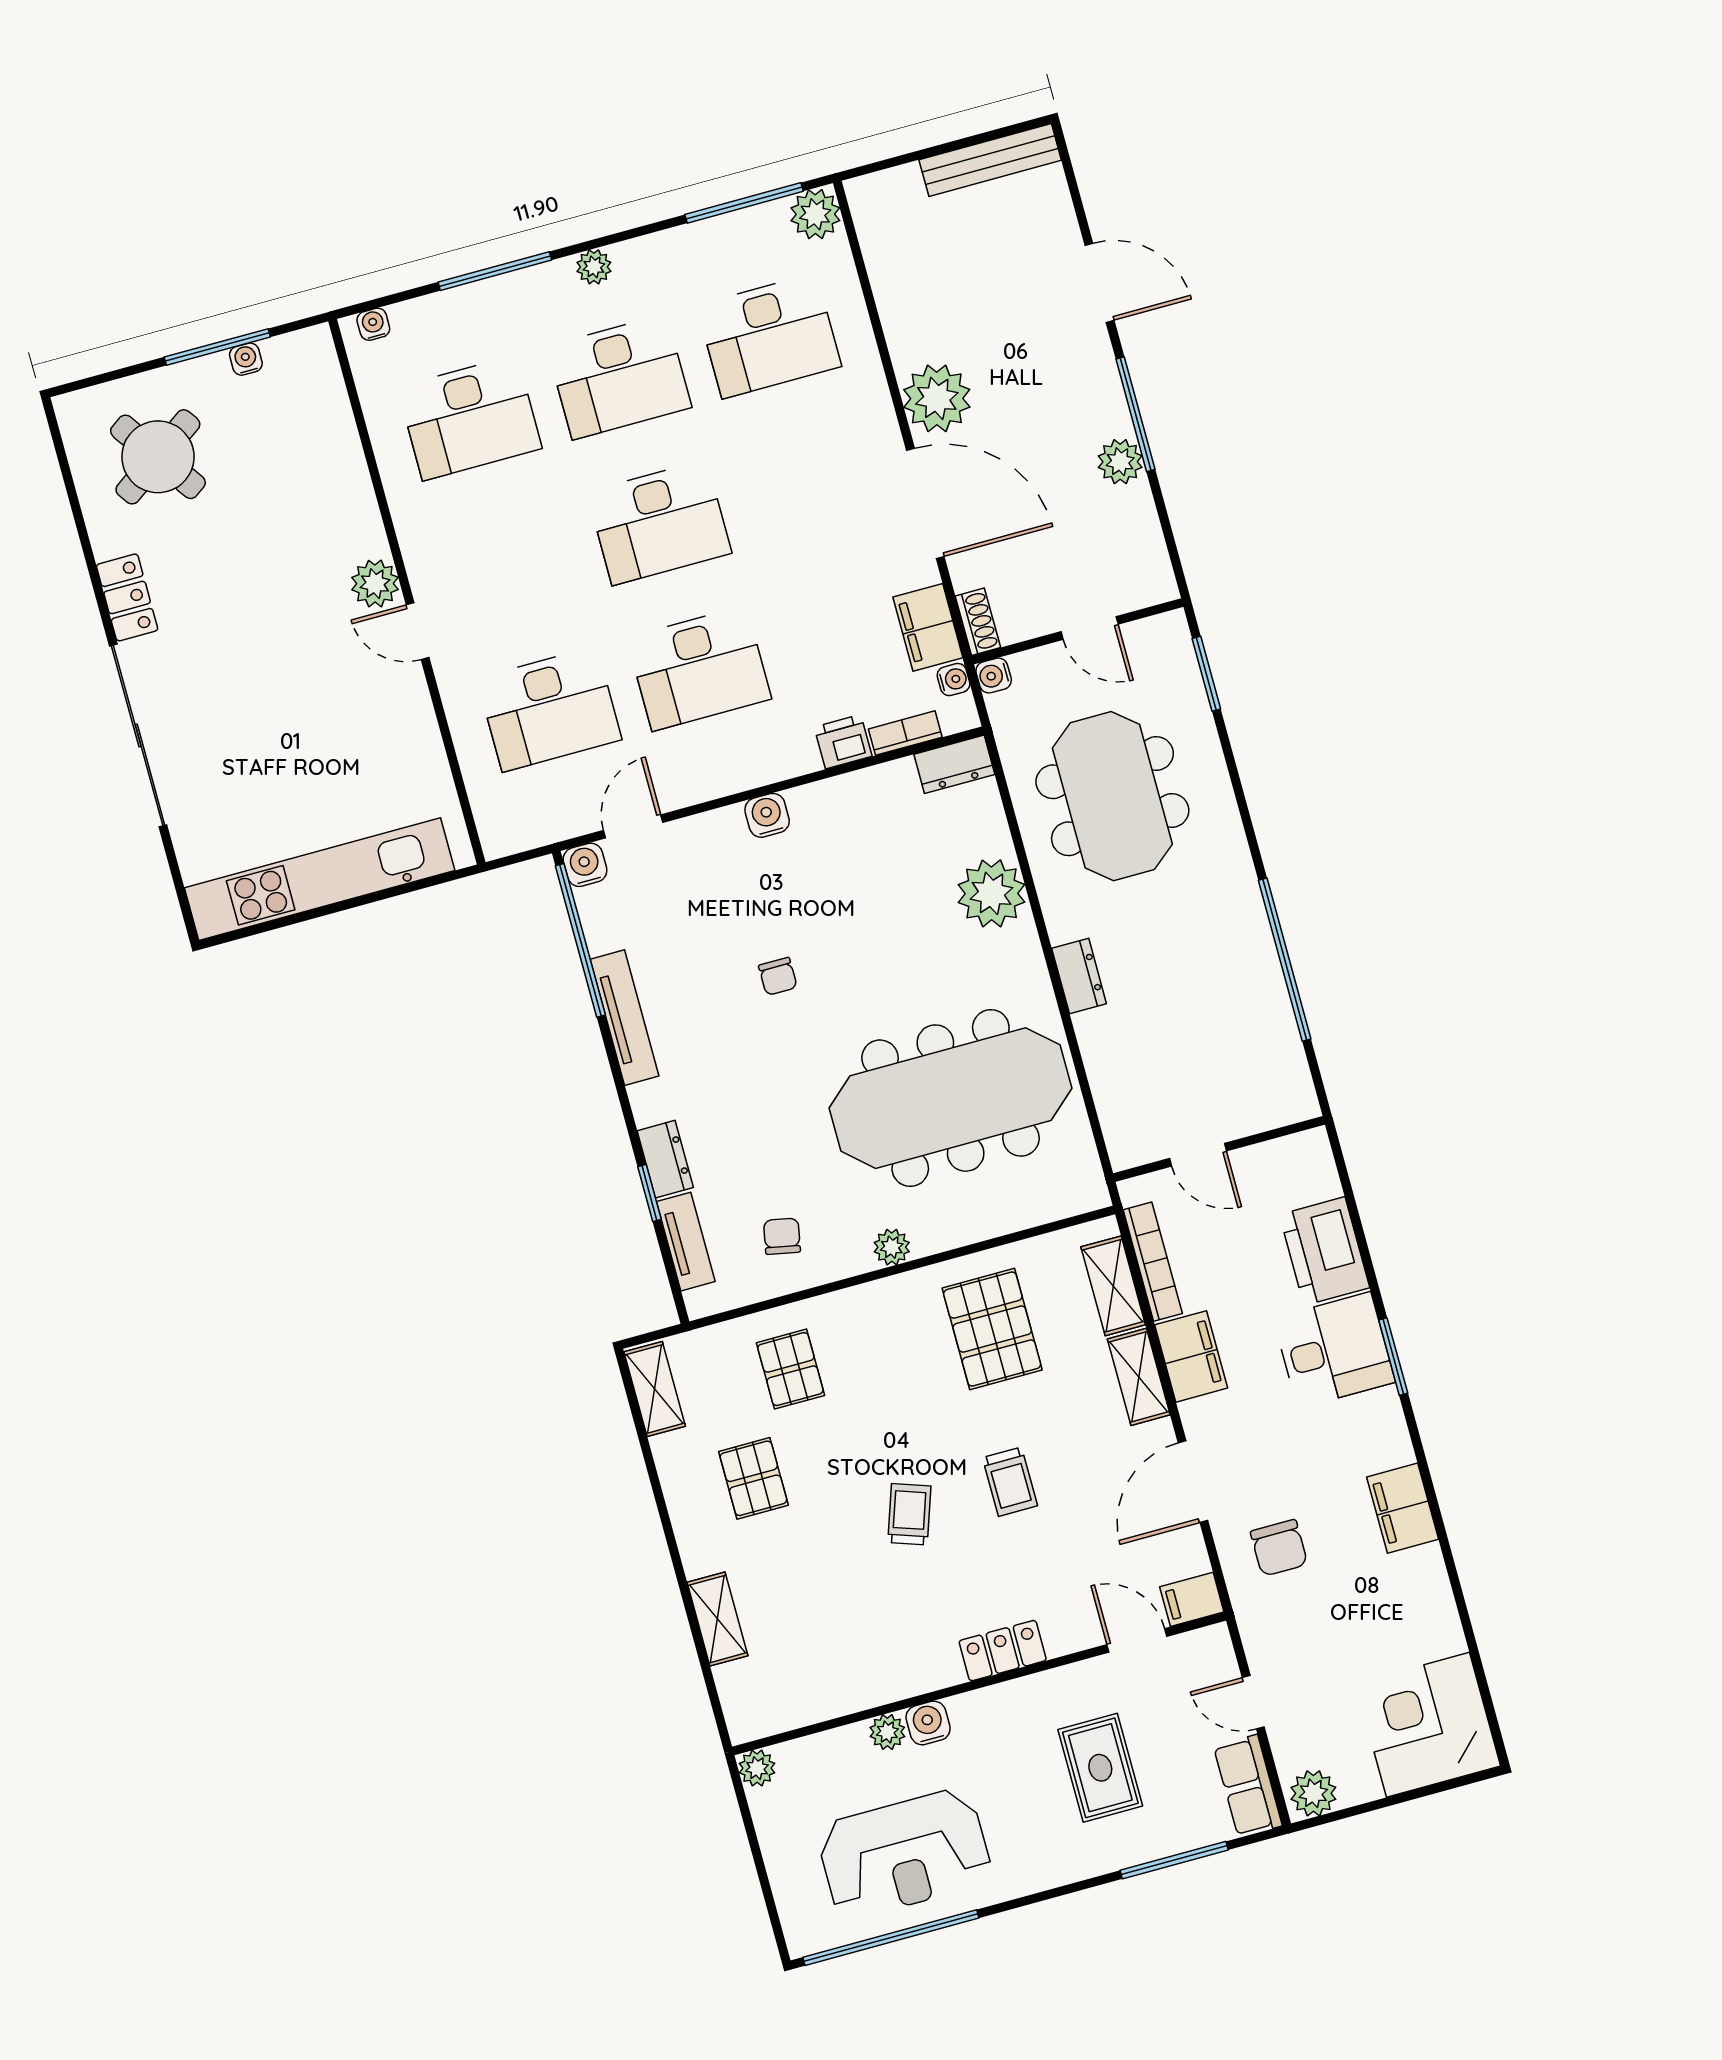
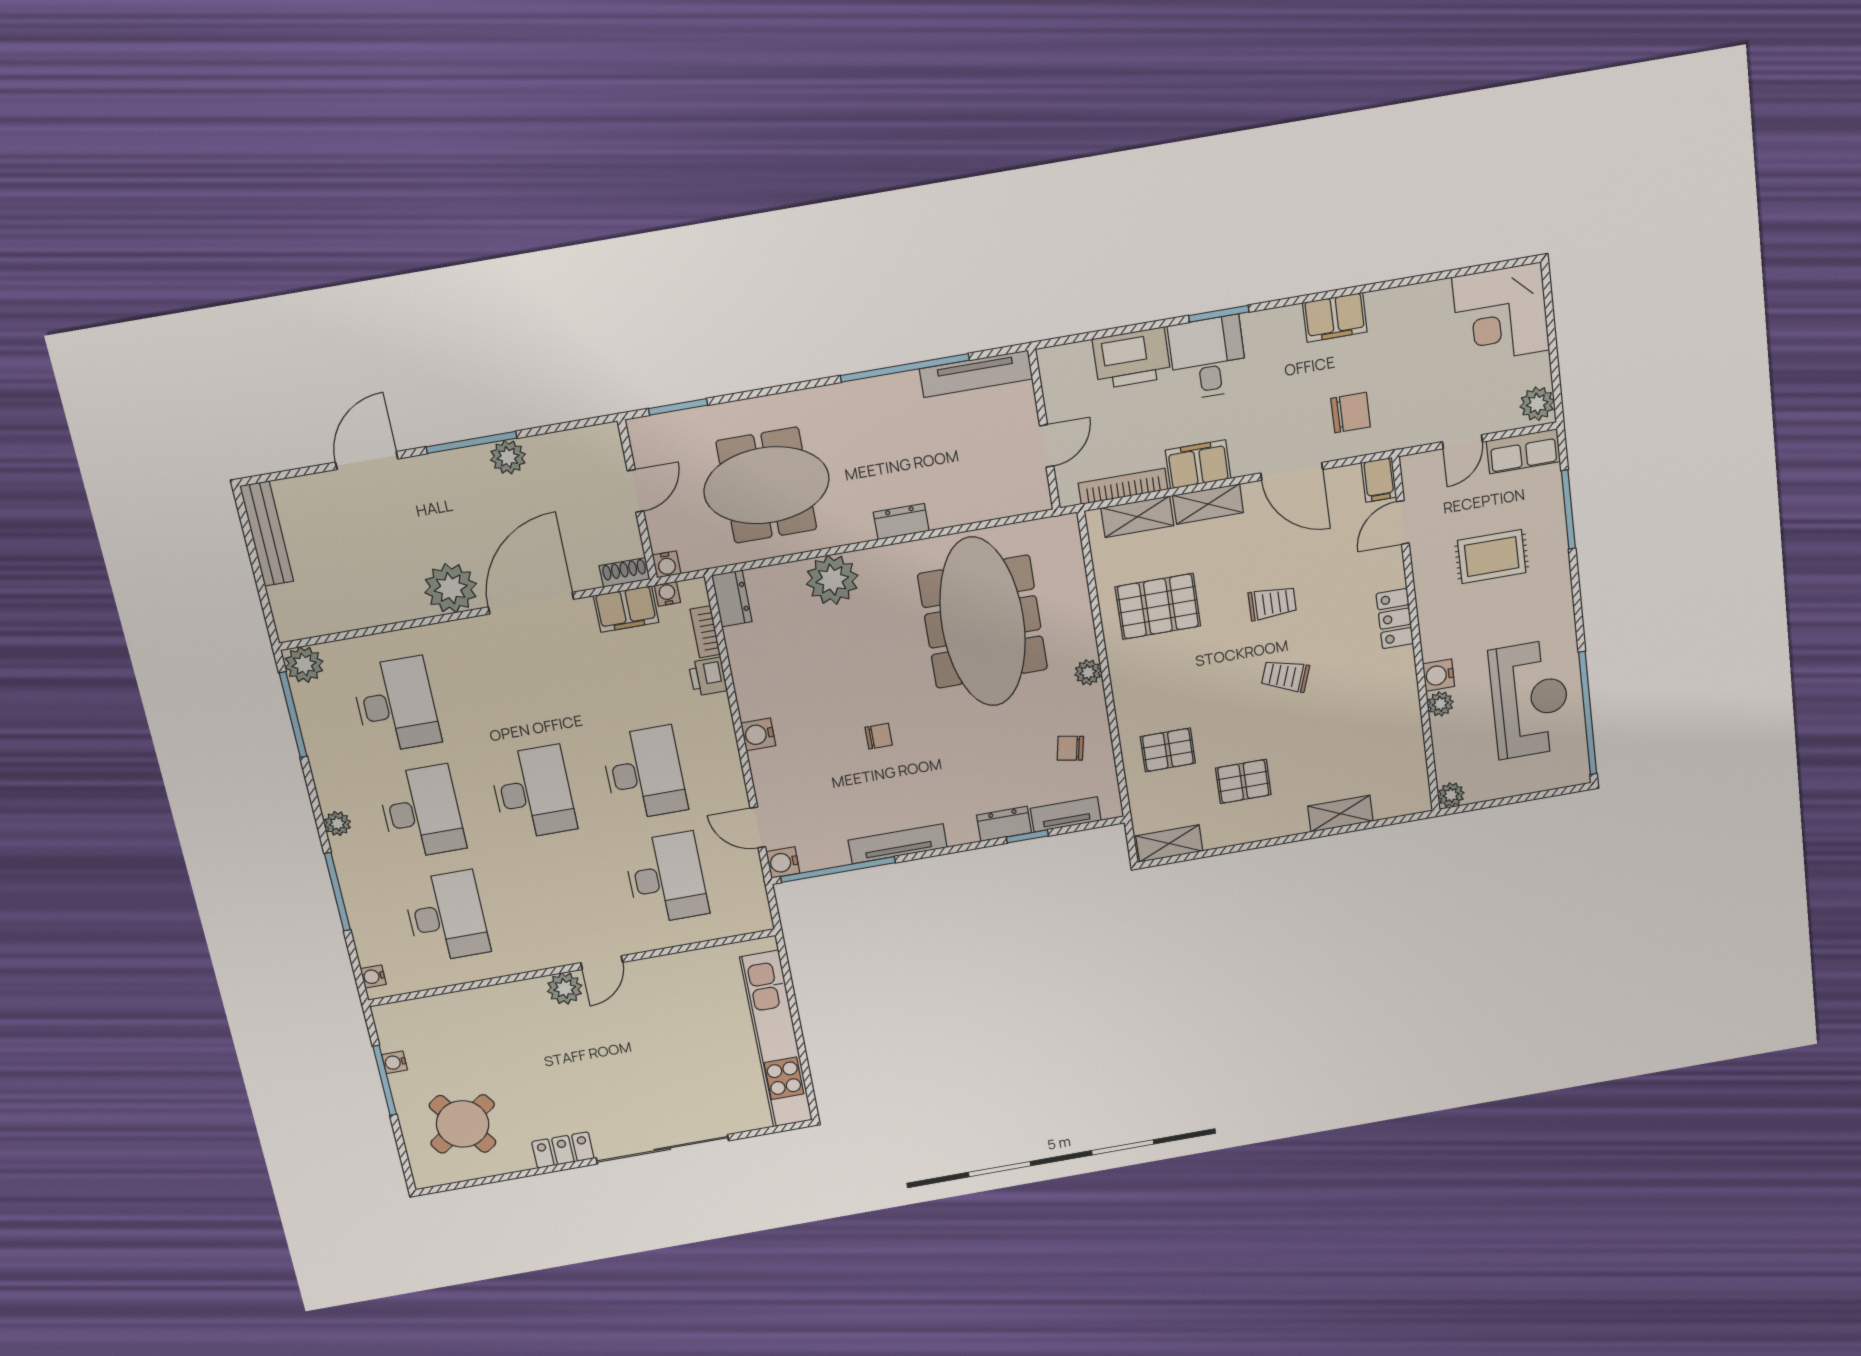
tv unit: (1285, 1052) -> (976, 374), added

